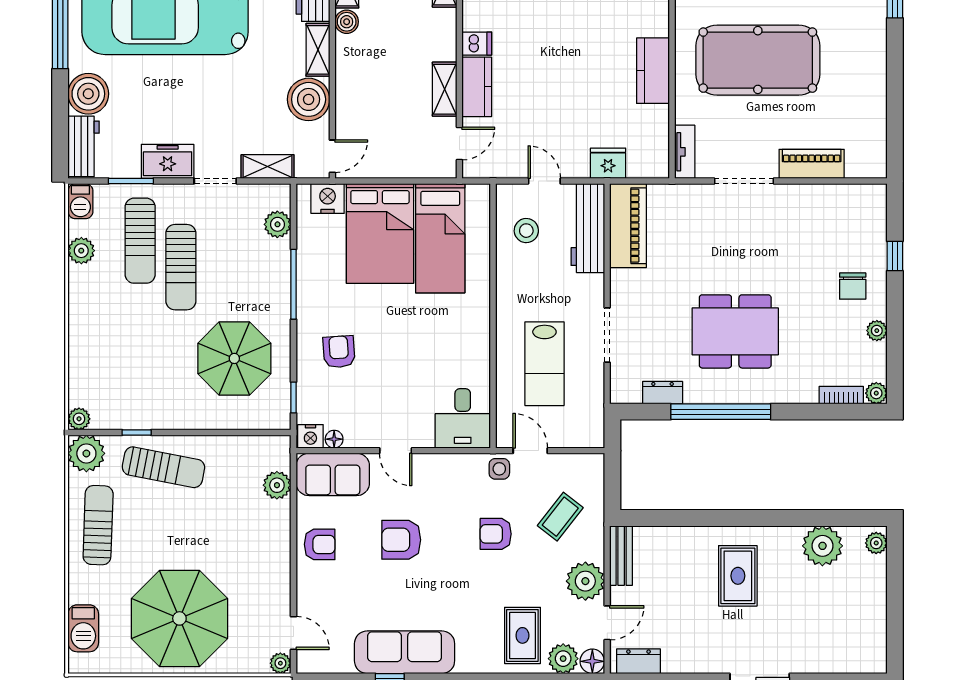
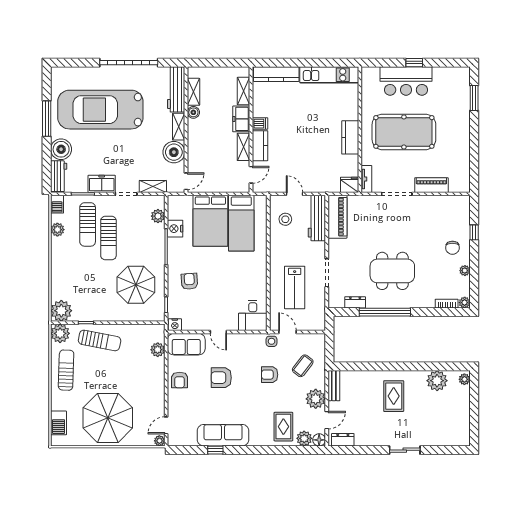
freezer: (440, 35) -> (241, 119), added
fridge: (608, 163) -> (350, 185), moved
nightstand: (328, 199) -> (175, 229), moved, turned -90
plant: (79, 419) -> (61, 311), width x1.87, depth x1.87
floor lamp: (334, 439) -> (187, 326), removed
armchair: (320, 544) -> (180, 380), turned 90
door: (293, 633) -> (166, 425), swing flipped

